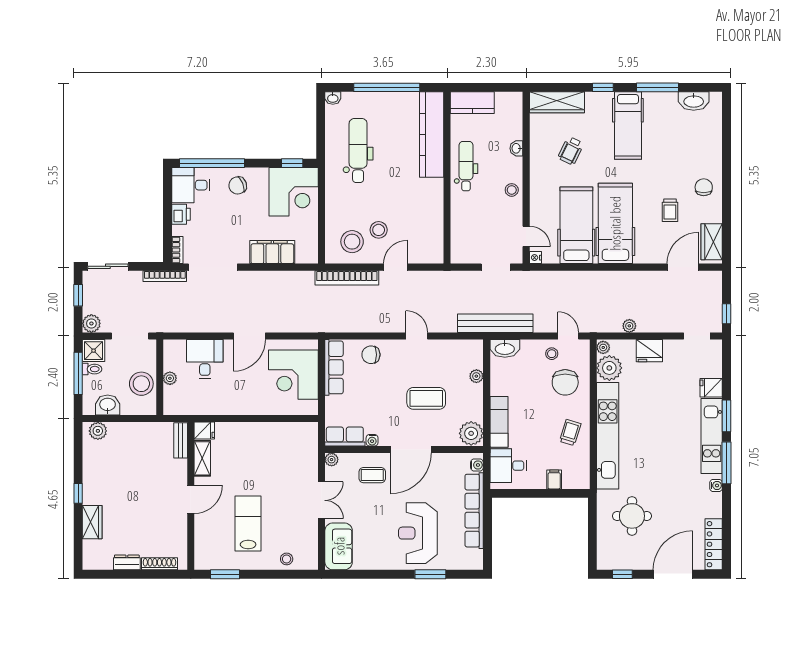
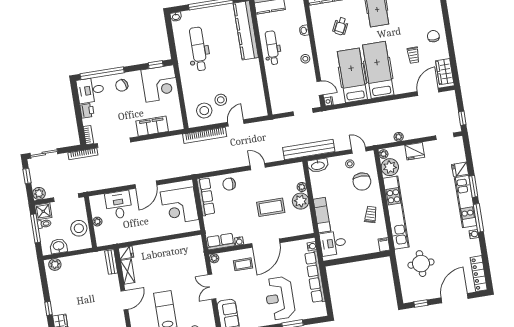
plant: (471, 433) -> (301, 201), moved
filing cabinet: (554, 479) -> (384, 244), moved
double door: (321, 500) -> (212, 287), swing flipped

